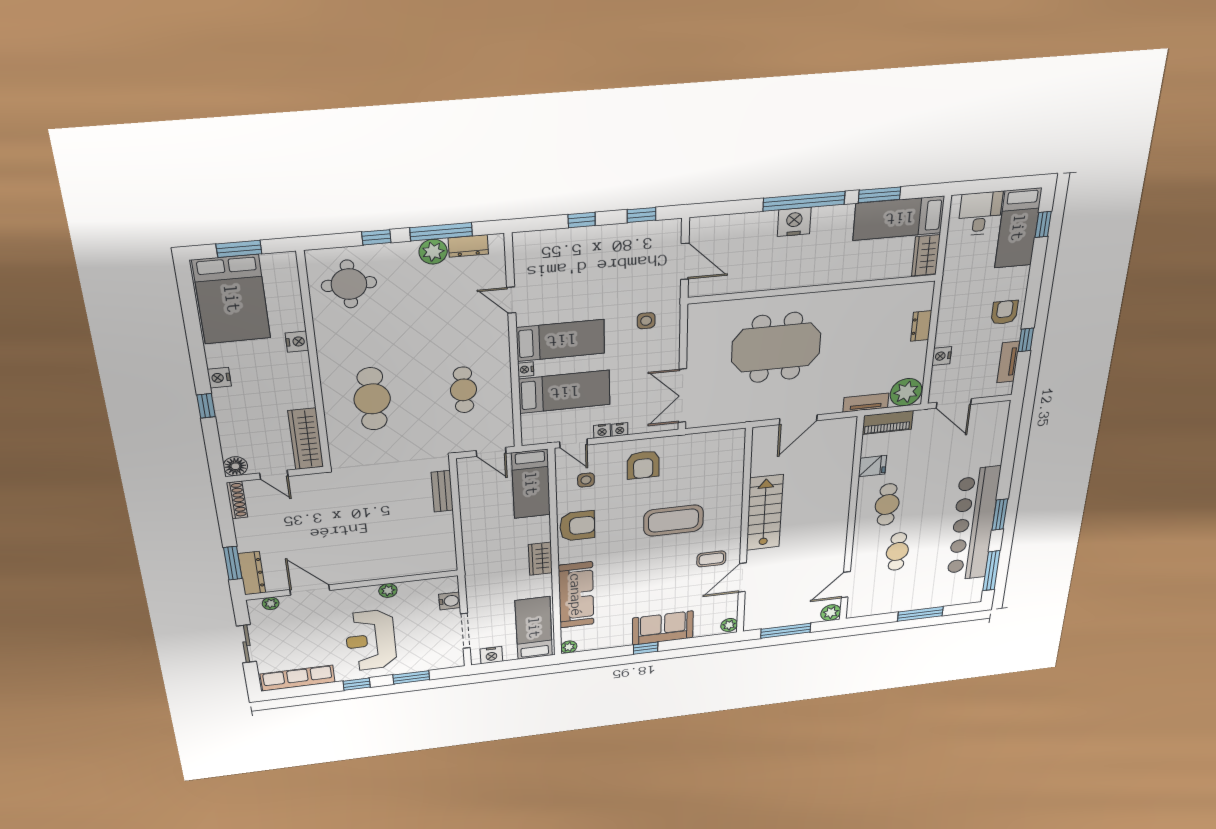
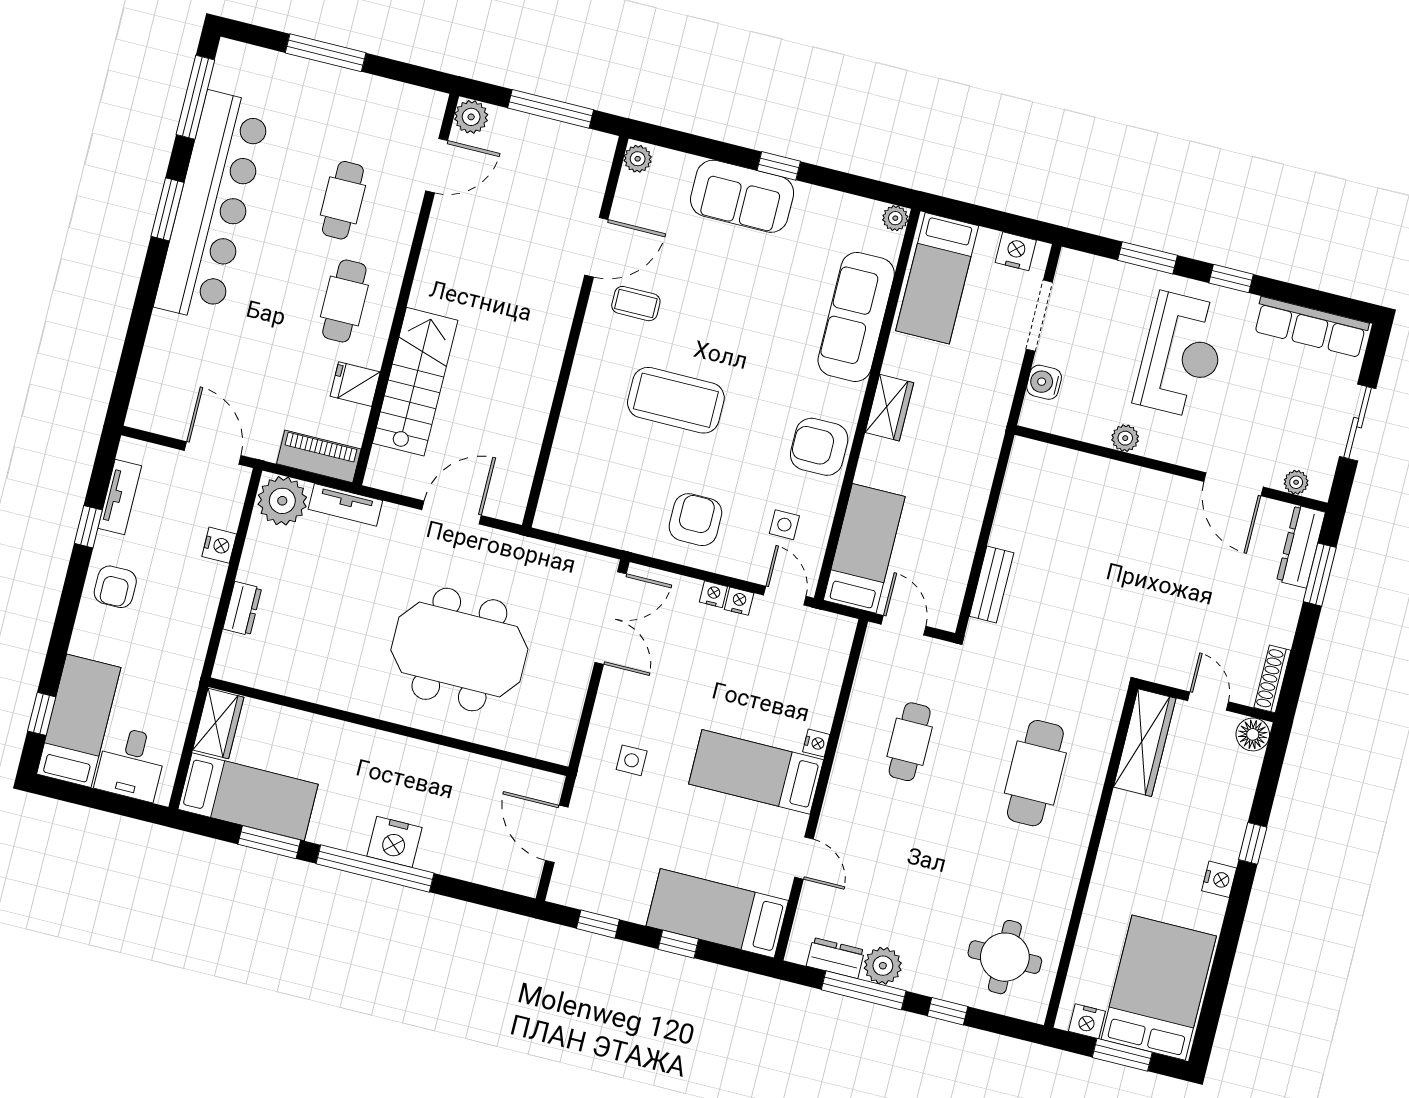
nightstand: (297, 342) -> (1087, 1021), moved, turned -90
bed: (564, 392) -> (717, 913), moved
stairs: (765, 513) -> (415, 382), moved, turned 180

